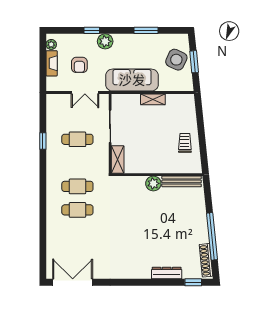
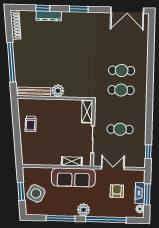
window: (92, 30) -> (106, 220), width x3.17
window: (146, 30) -> (61, 218), width x1.44
plant: (105, 41) -> (83, 210), moved
window: (43, 62) -> (147, 194), added
shelving: (153, 99) -> (72, 161), moved
window: (43, 141) -> (148, 152), moved
window: (212, 236) -> (11, 62), moved
window: (131, 282) -> (79, 9), added
window: (193, 282) -> (43, 8), moved

